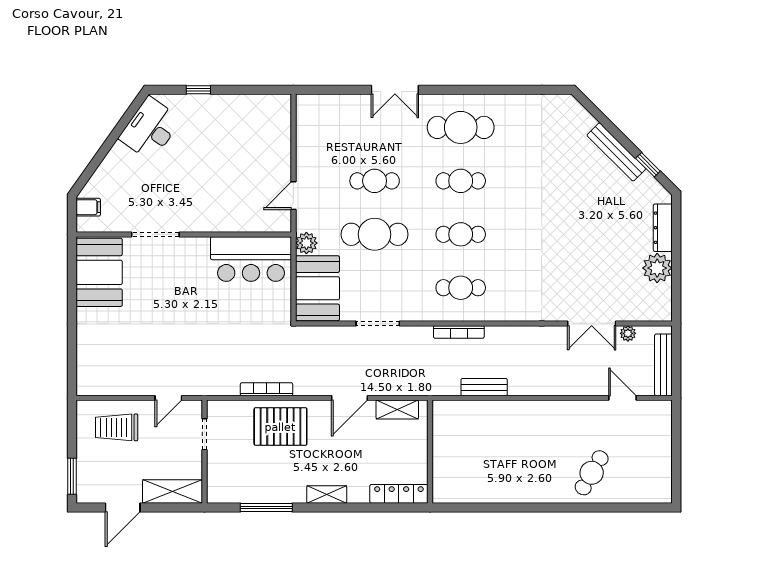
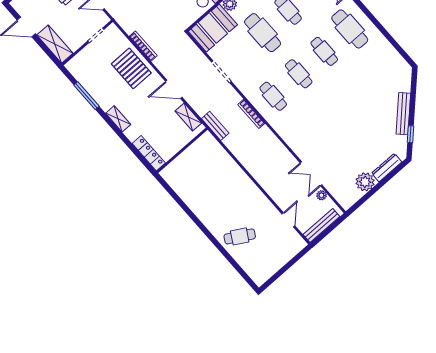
bench: (484, 387) -> (215, 126), moved

